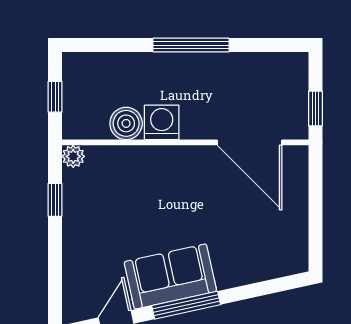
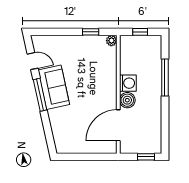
window: (191, 45) -> (165, 78), moved
window: (315, 108) -> (146, 157), moved
boiler: (126, 123) -> (127, 100), moved

